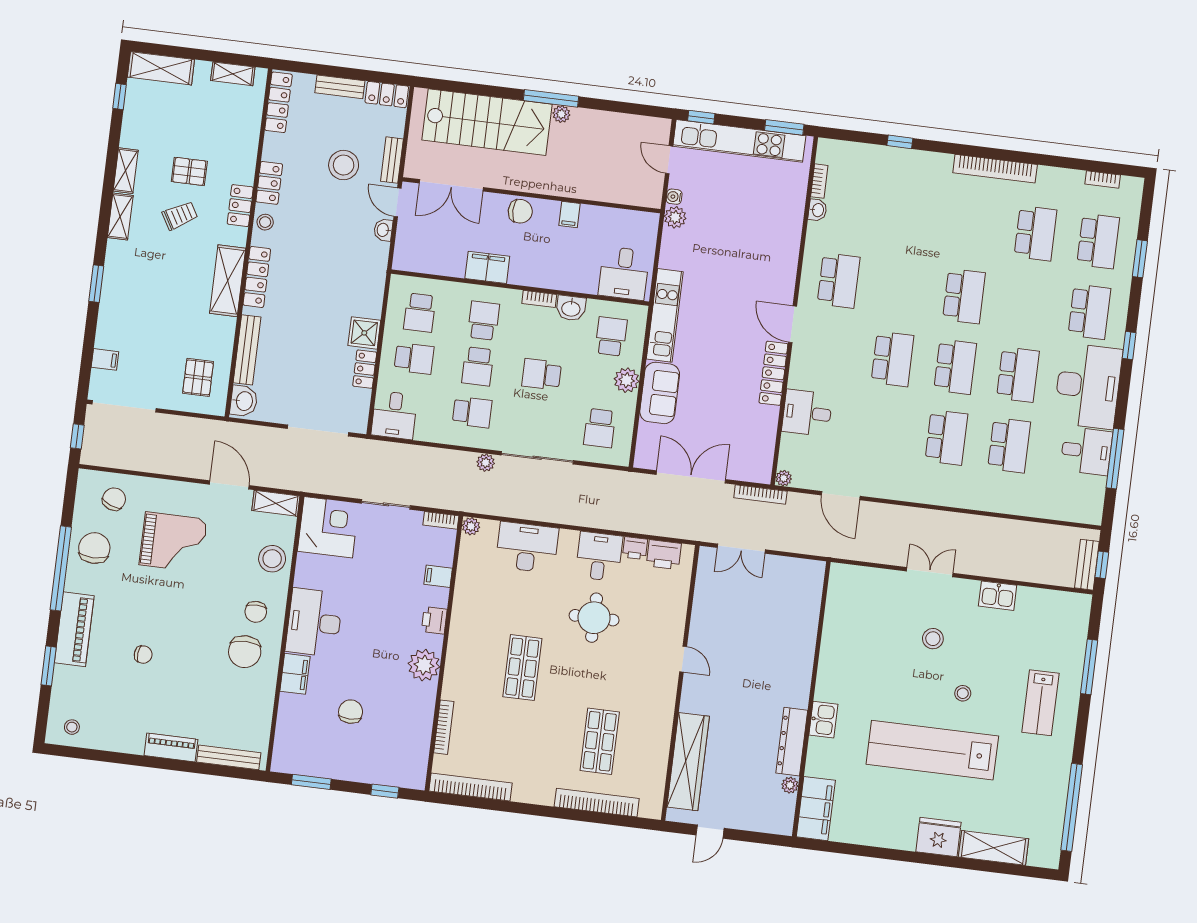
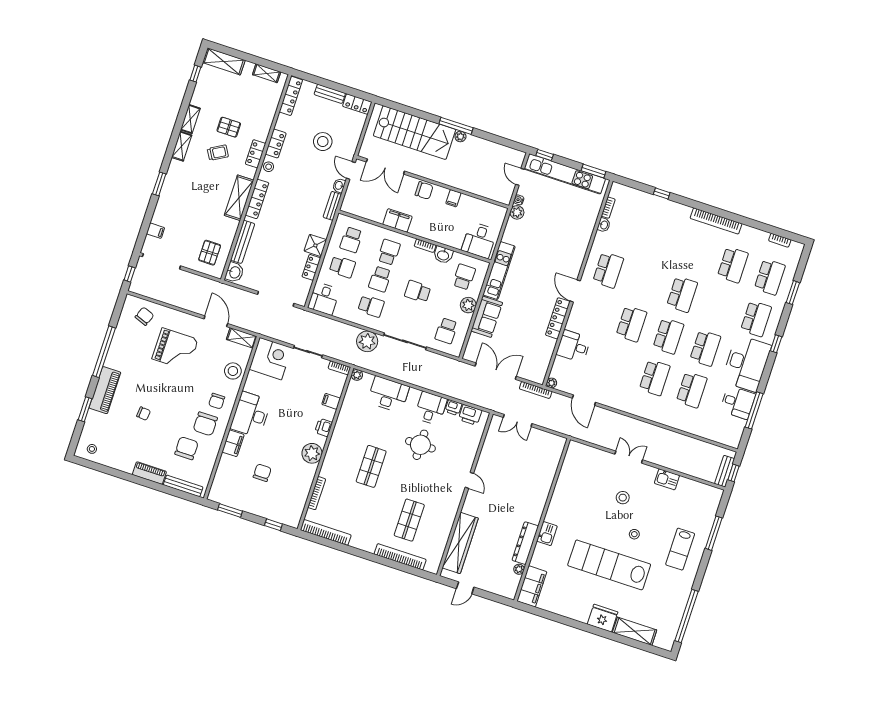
bench: (392, 160) -> (332, 206), moved
plant: (486, 463) -> (367, 341), width x1.88, depth x1.88
chair: (94, 548) -> (186, 448), moved

